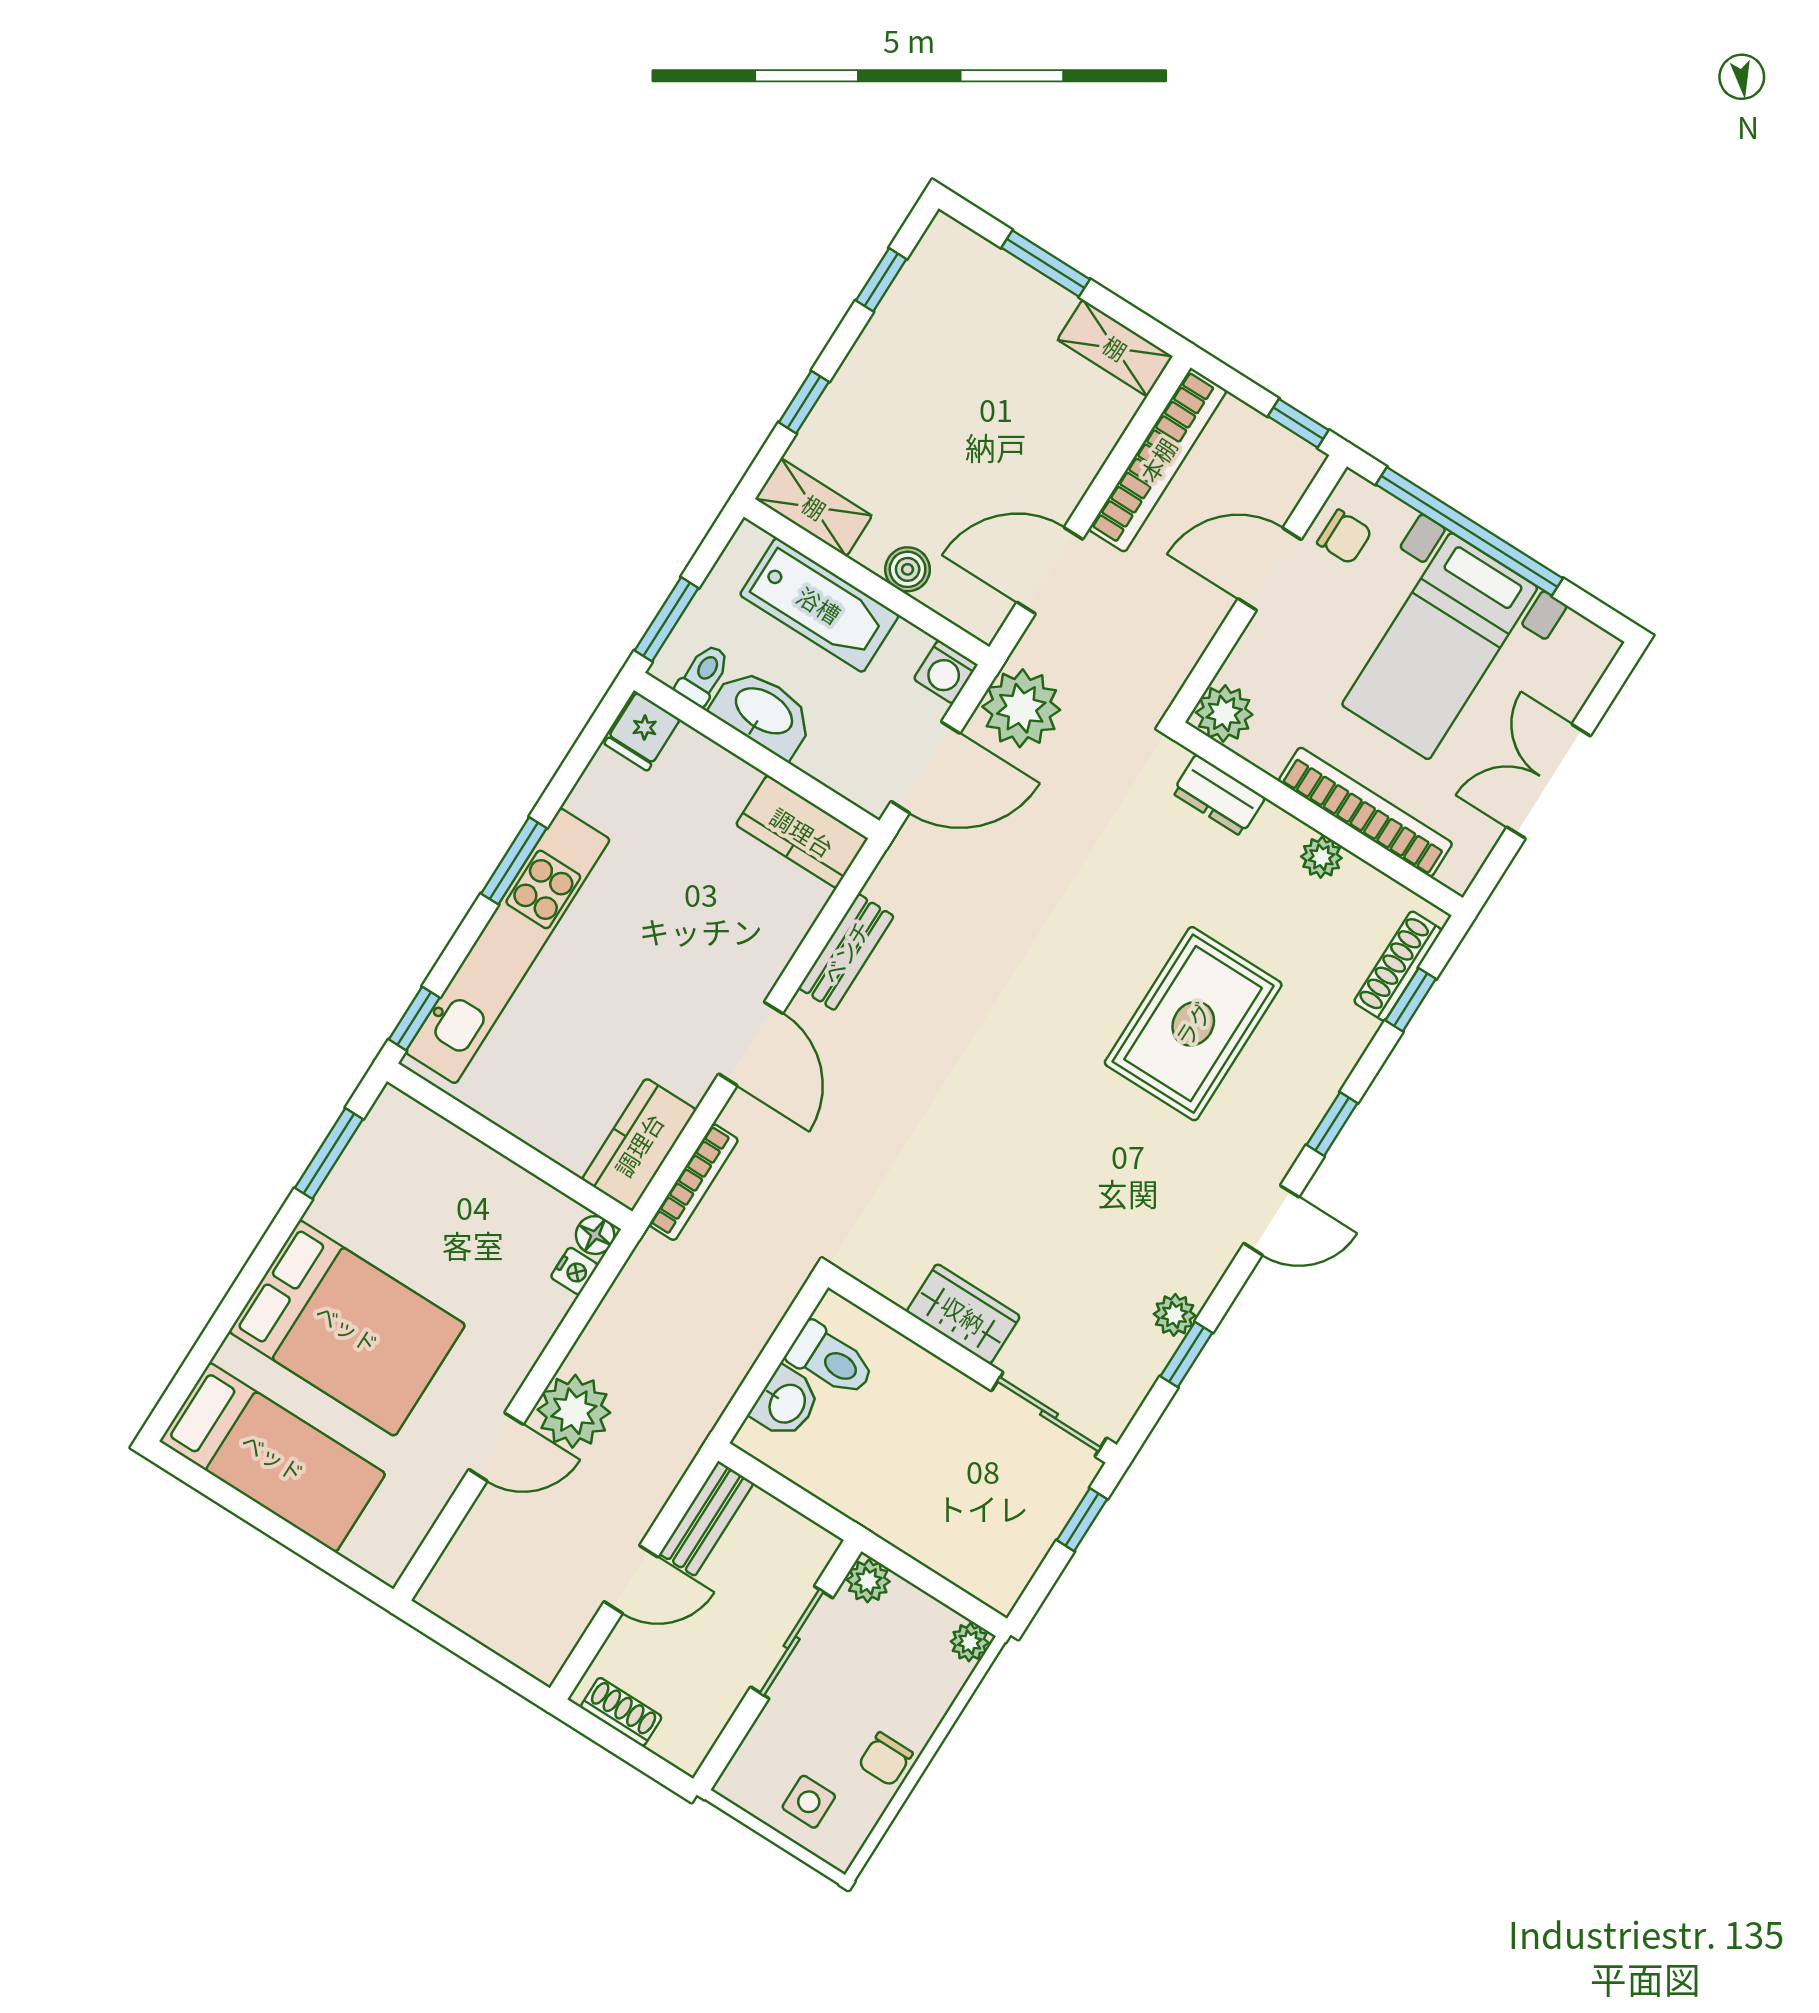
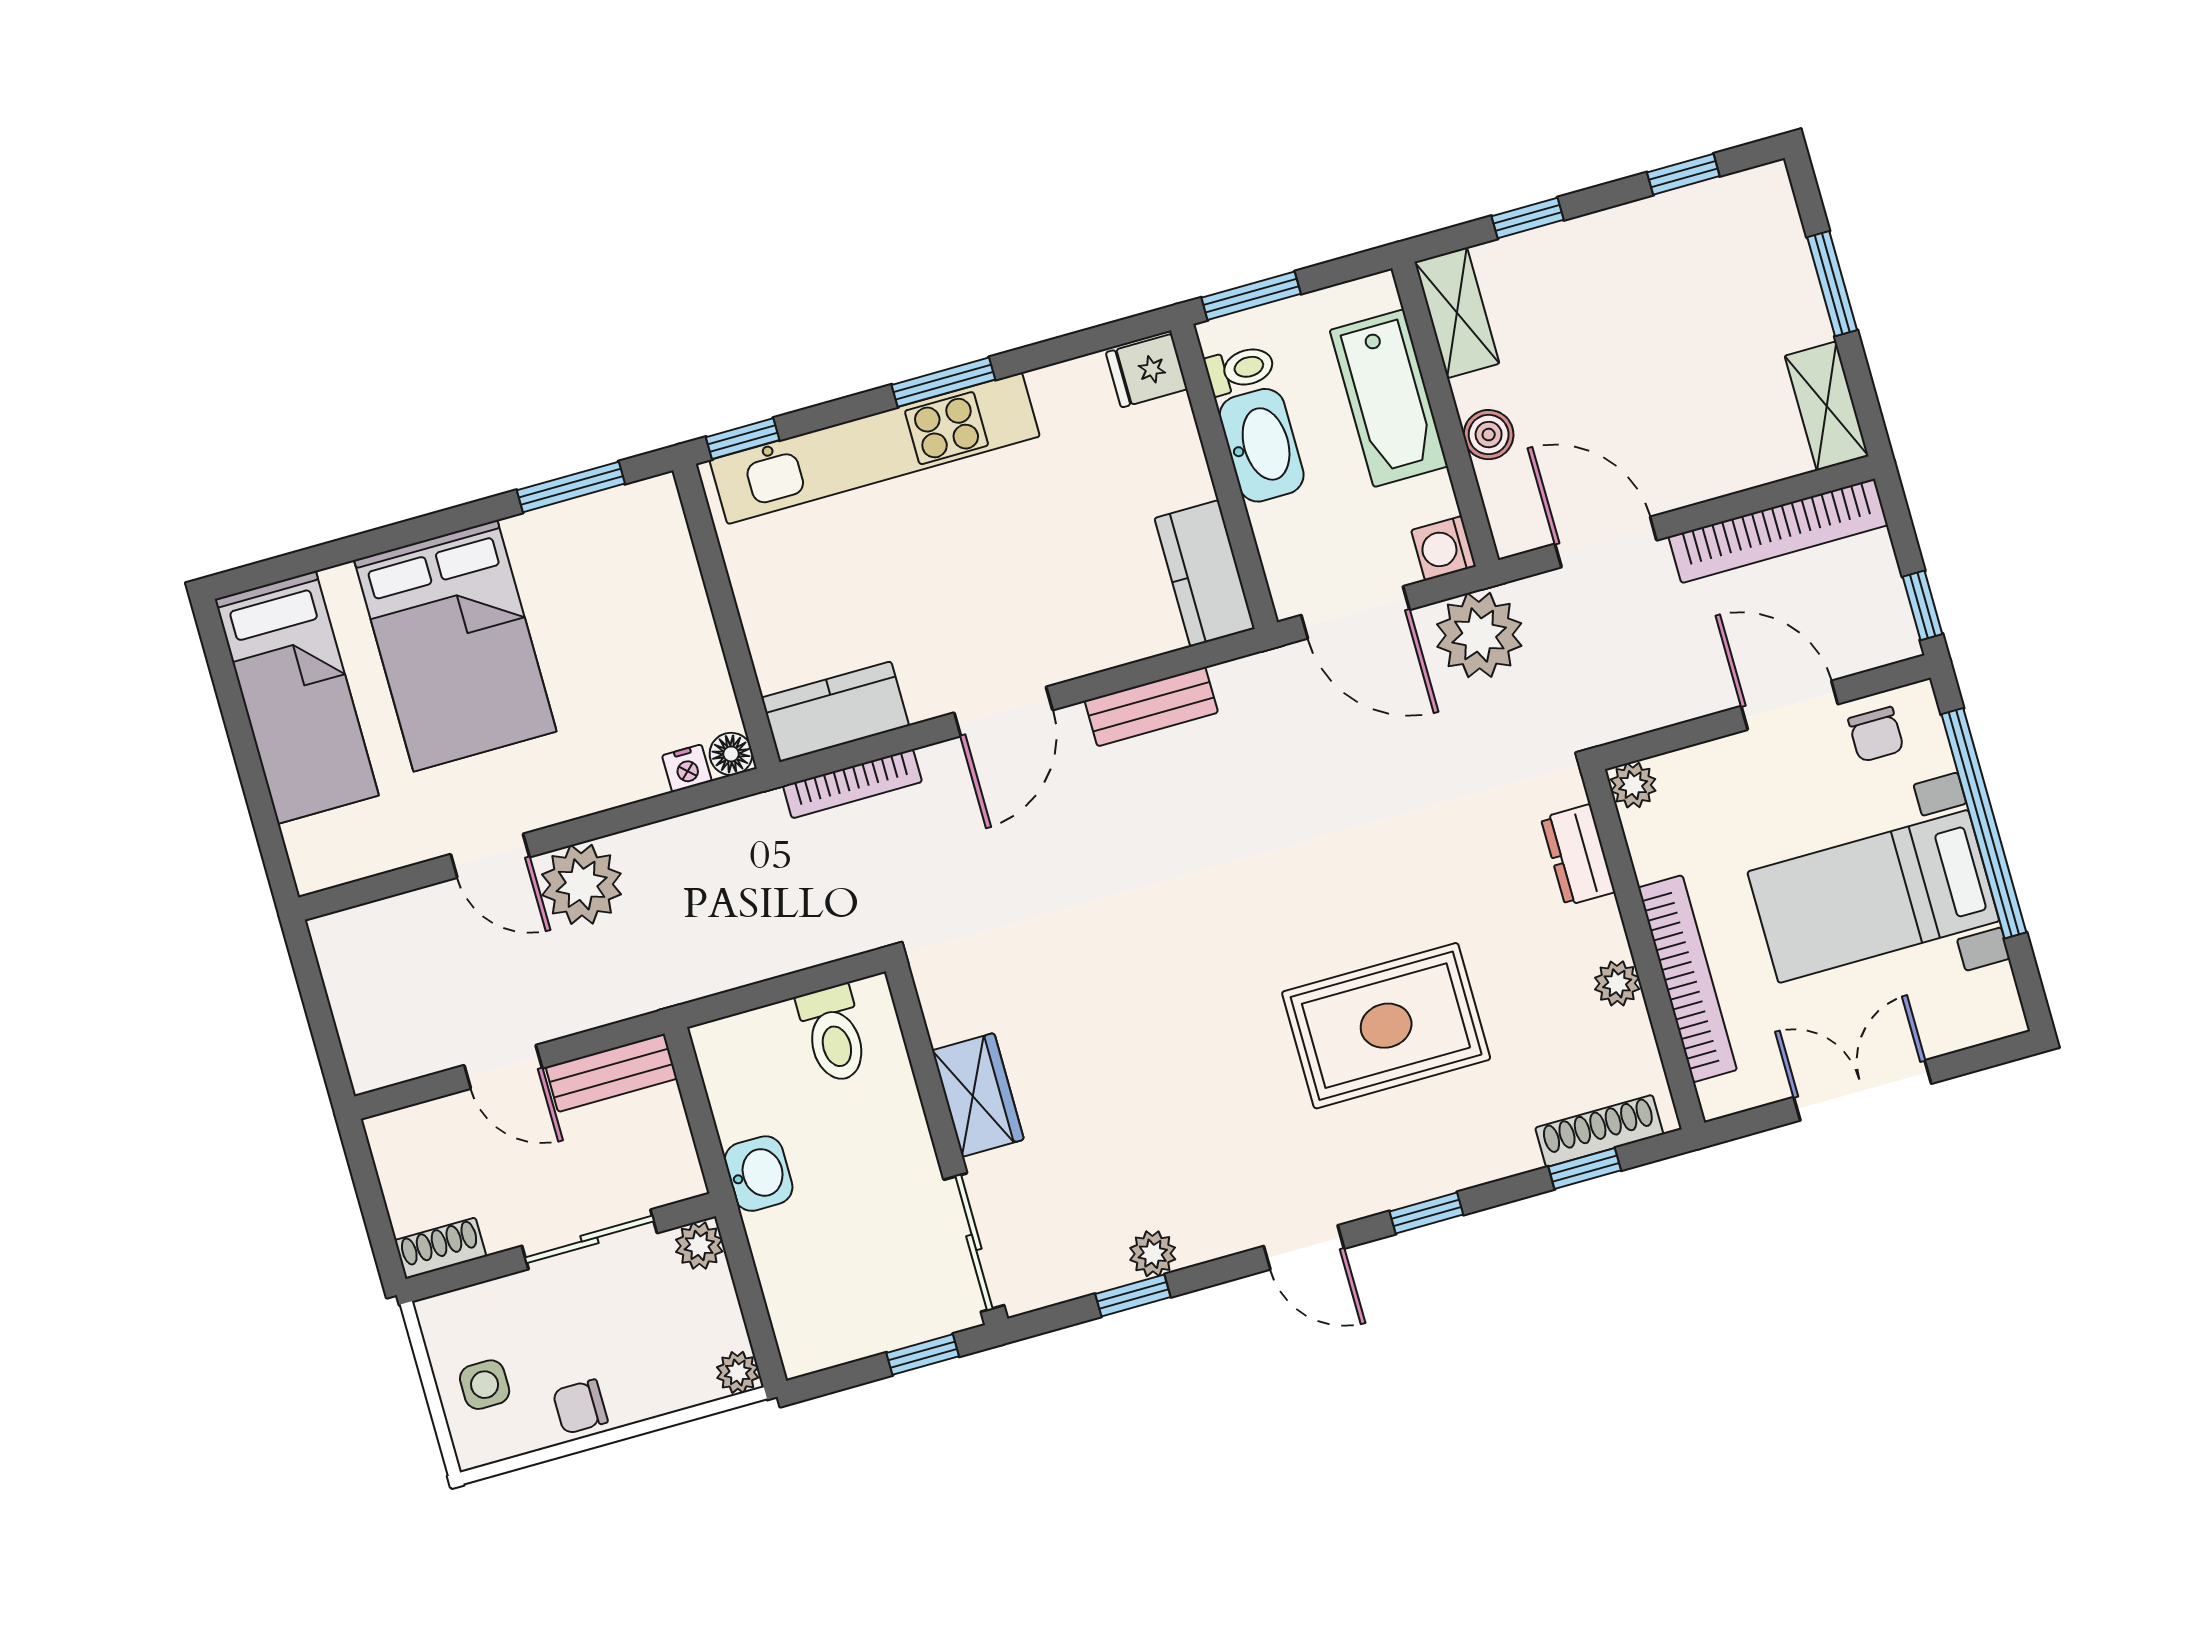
plant: (1224, 713) -> (1633, 785), width x0.73, depth x0.73
washbasin: (786, 1403) -> (759, 1174), moved, turned -90
shoe rack: (621, 1712) -> (440, 1248), moved, turned -90

